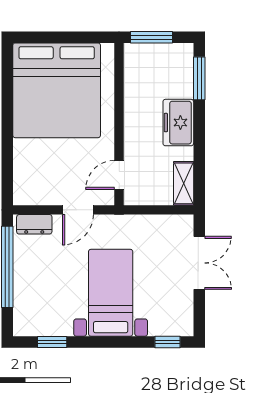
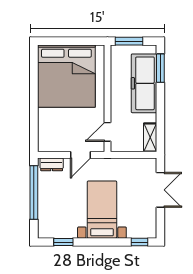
freezer: (178, 123) -> (144, 83), width x1.91, depth x1.26

